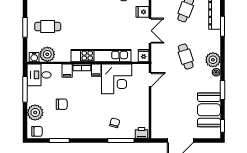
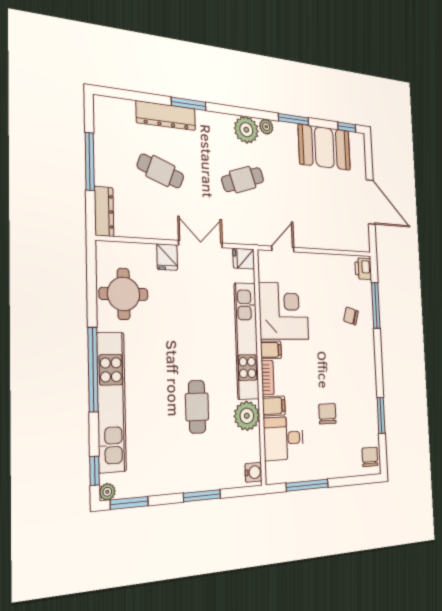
cafe table: (48, 27) -> (197, 407), moved
plant: (47, 54) -> (247, 416), moved
desk: (39, 75) -> (283, 438), moved, turned 90
door: (150, 80) -> (283, 249), hinge flipped
plant: (35, 113) -> (342, 463), removed

